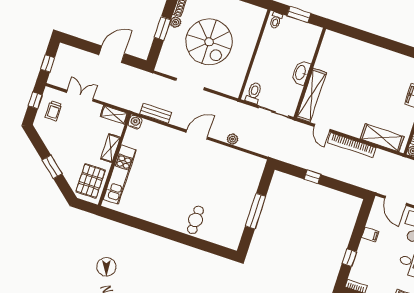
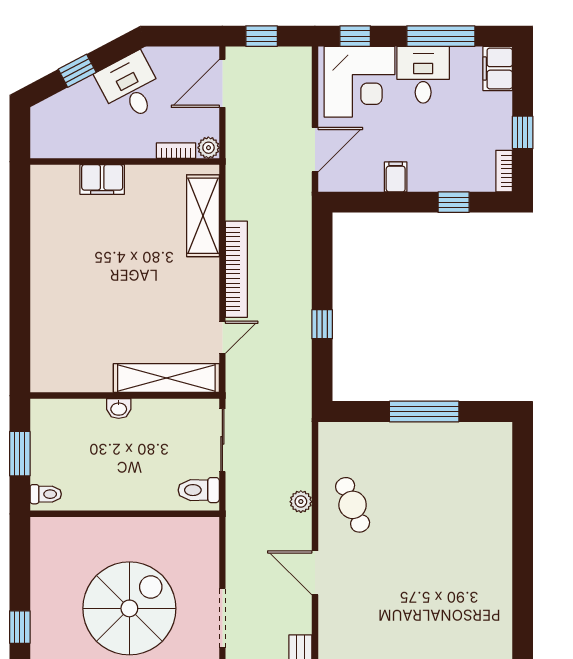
washbasin: (301, 73) -> (119, 408), width x0.52, depth x0.69
cafe table: (195, 220) -> (353, 505), moved, turned 68

